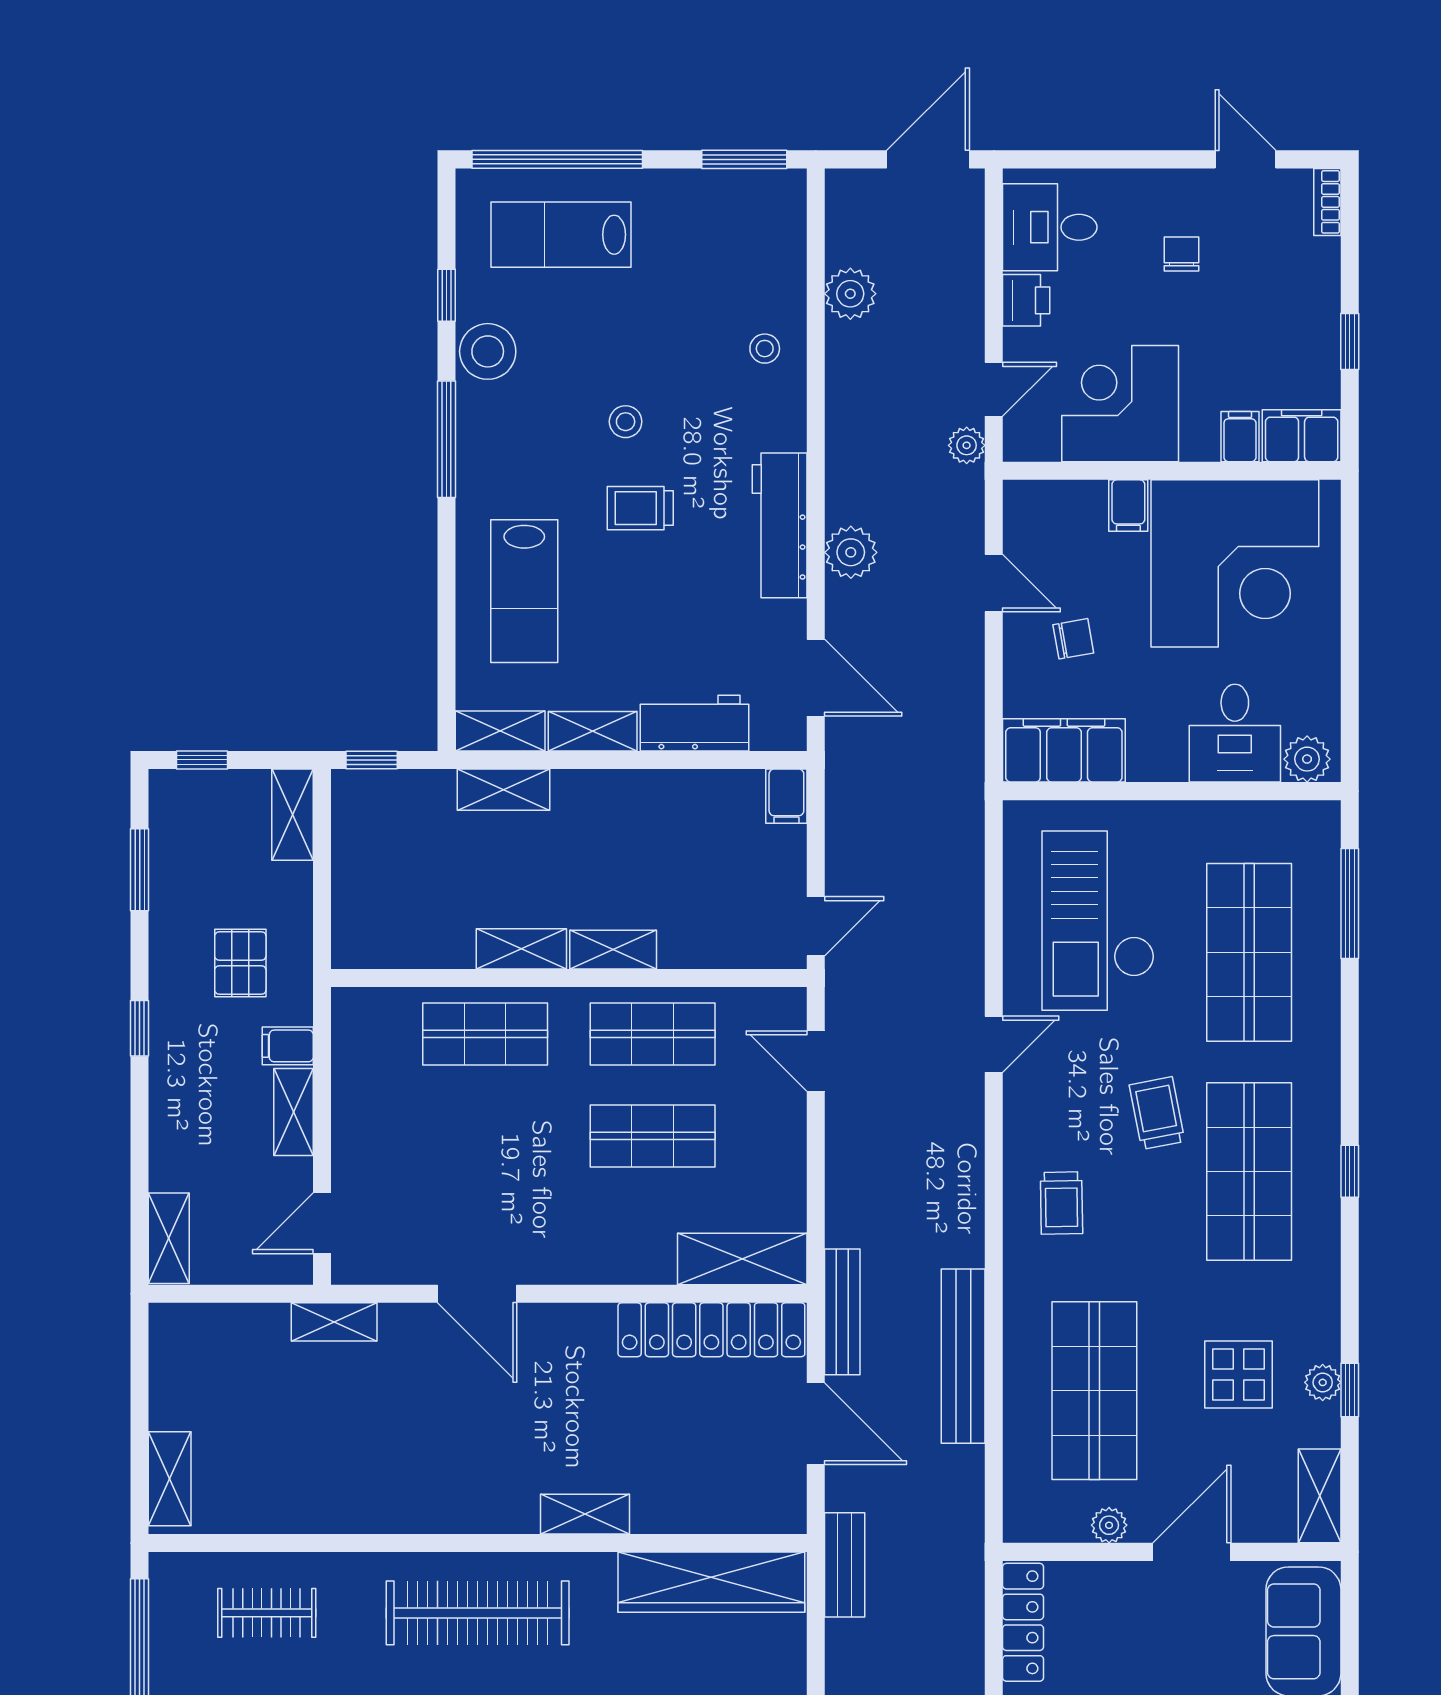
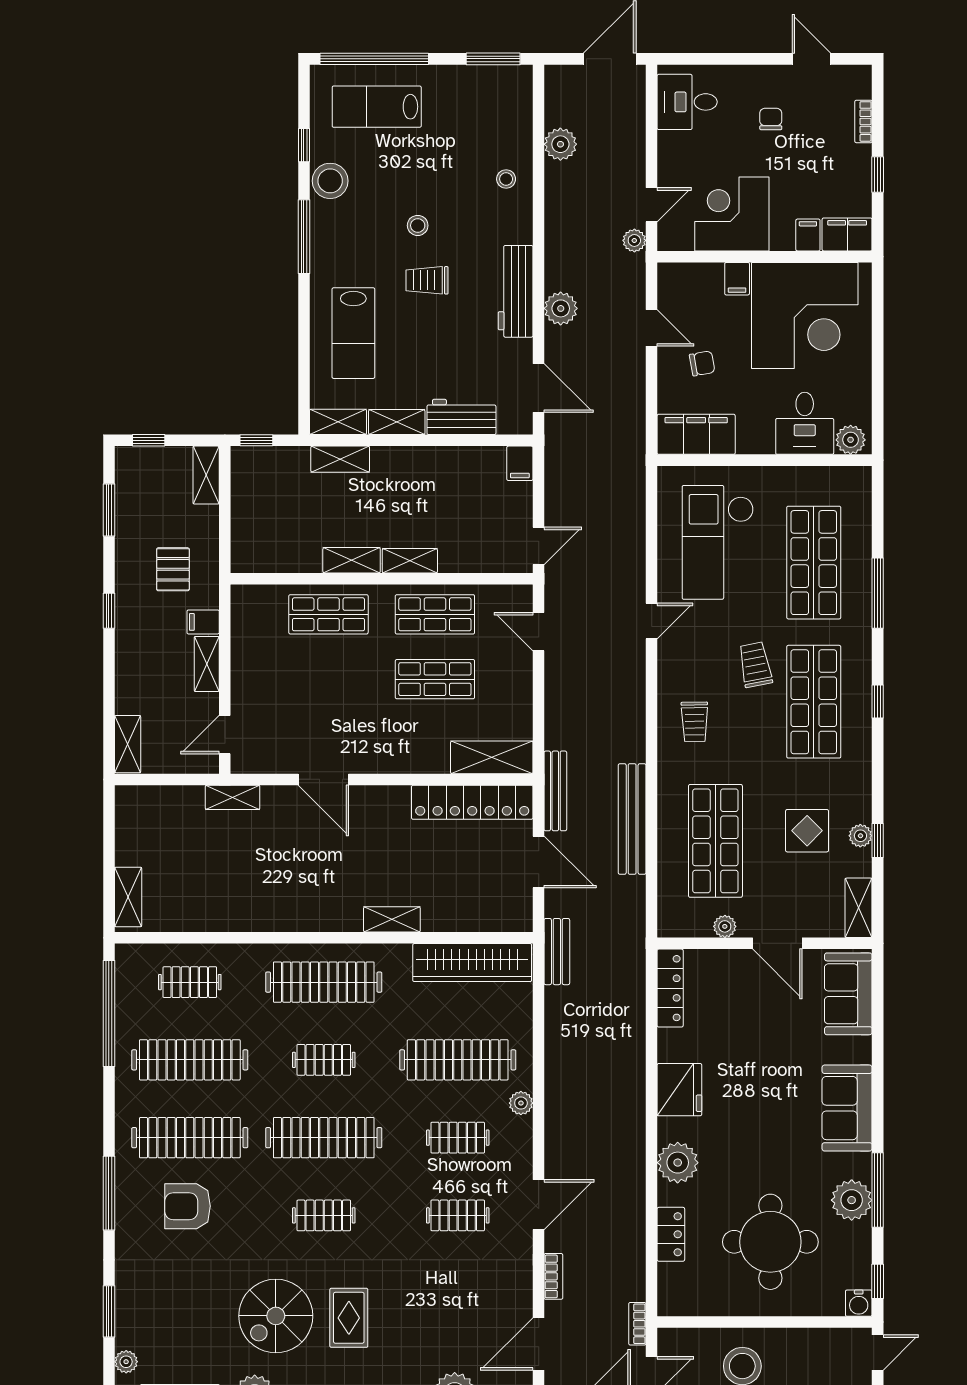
bookcase: (1327, 202) -> (863, 121), moved
printer: (1026, 300) -> (672, 148), removed
window: (1350, 904) -> (878, 593), moved
door: (1192, 1552) -> (777, 943), swing flipped

